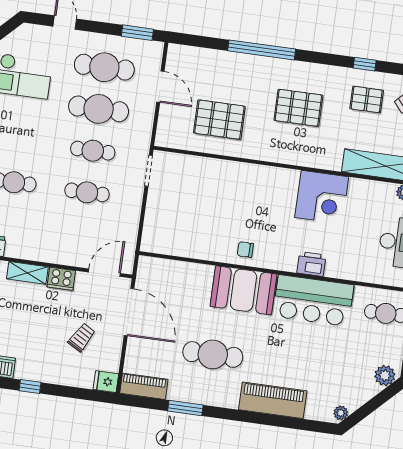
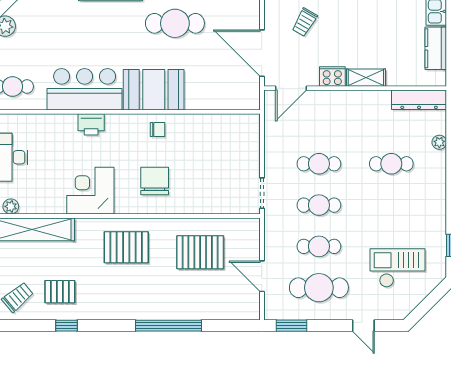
pallet: (298, 108) -> (126, 247), moved
cafe table: (99, 109) -> (319, 246), width x0.73, depth x0.74
chair: (255, 198) -> (155, 181), added

